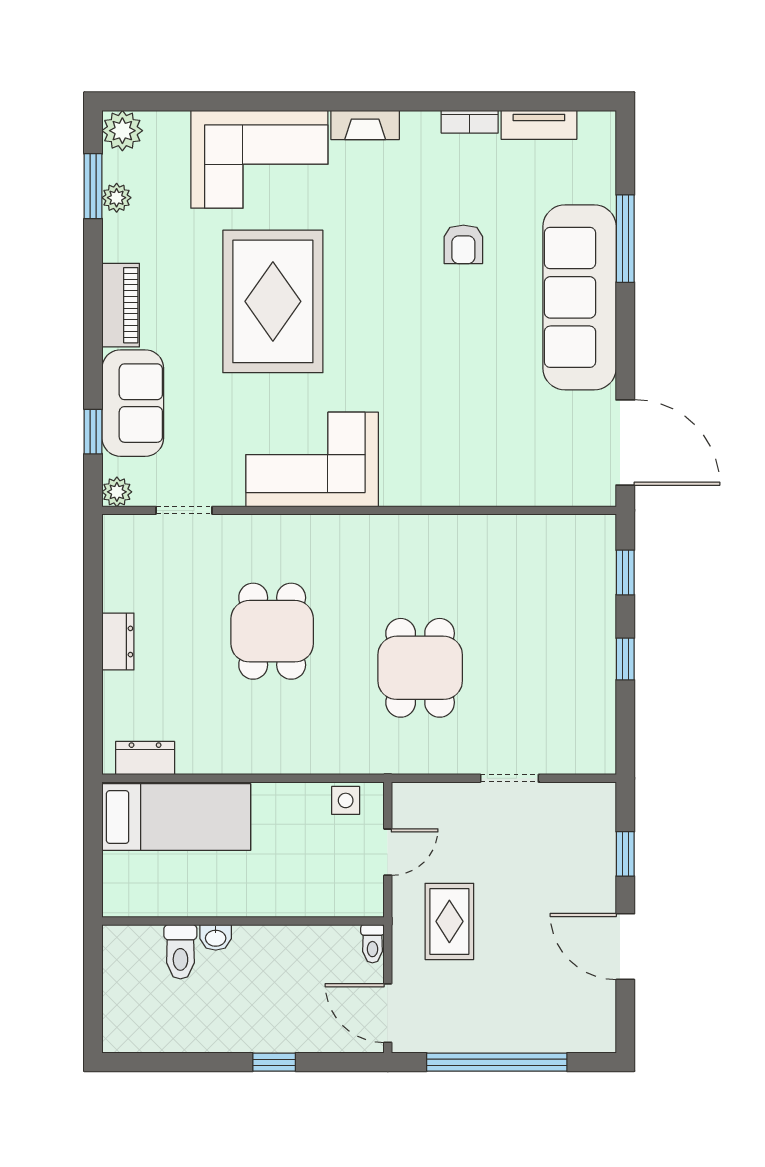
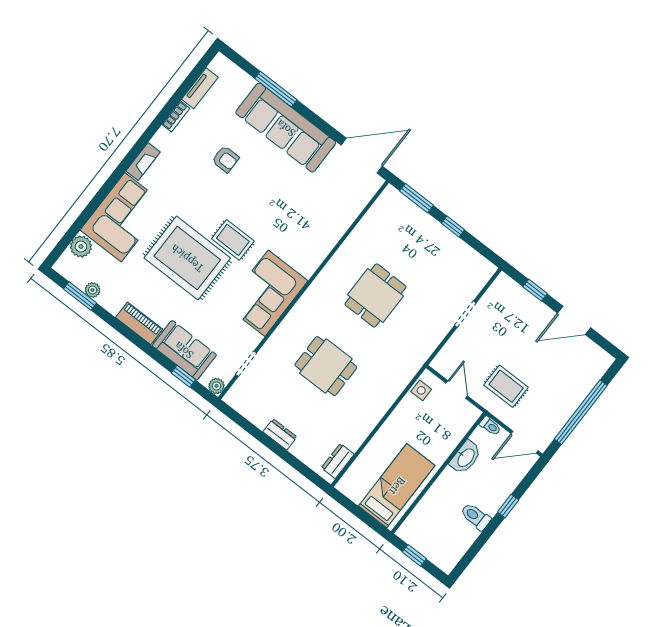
plant: (122, 131) -> (81, 247), moved
rug: (352, 348) -> (233, 240), added
window: (625, 572) -> (417, 198), width x1.50
dining table: (420, 668) -> (375, 295), moved, turned 90
bed: (176, 817) -> (397, 486), moved
washbasin: (216, 937) -> (466, 457), moved, width x1.91, depth x1.45
toilet: (180, 952) -> (476, 516), moved, turned 180
window: (93, 980) -> (414, 555), added

